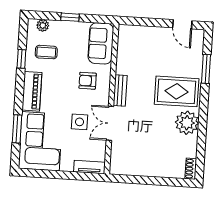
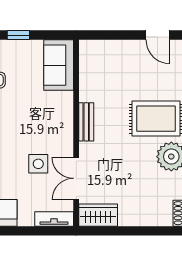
armchair: (88, 81) -> (45, 112), removed
double door: (110, 123) -> (76, 178), moved
wardrobe: (125, 166) -> (98, 215), added

